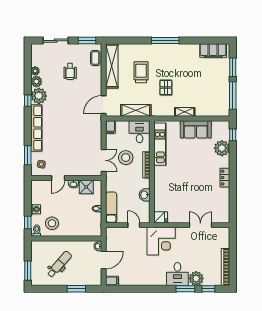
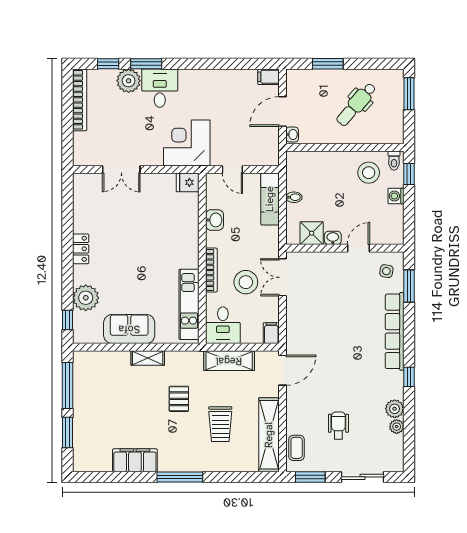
filing cabinet: (213, 51) -> (135, 460), moved
plant: (39, 96) -> (391, 385), removed

